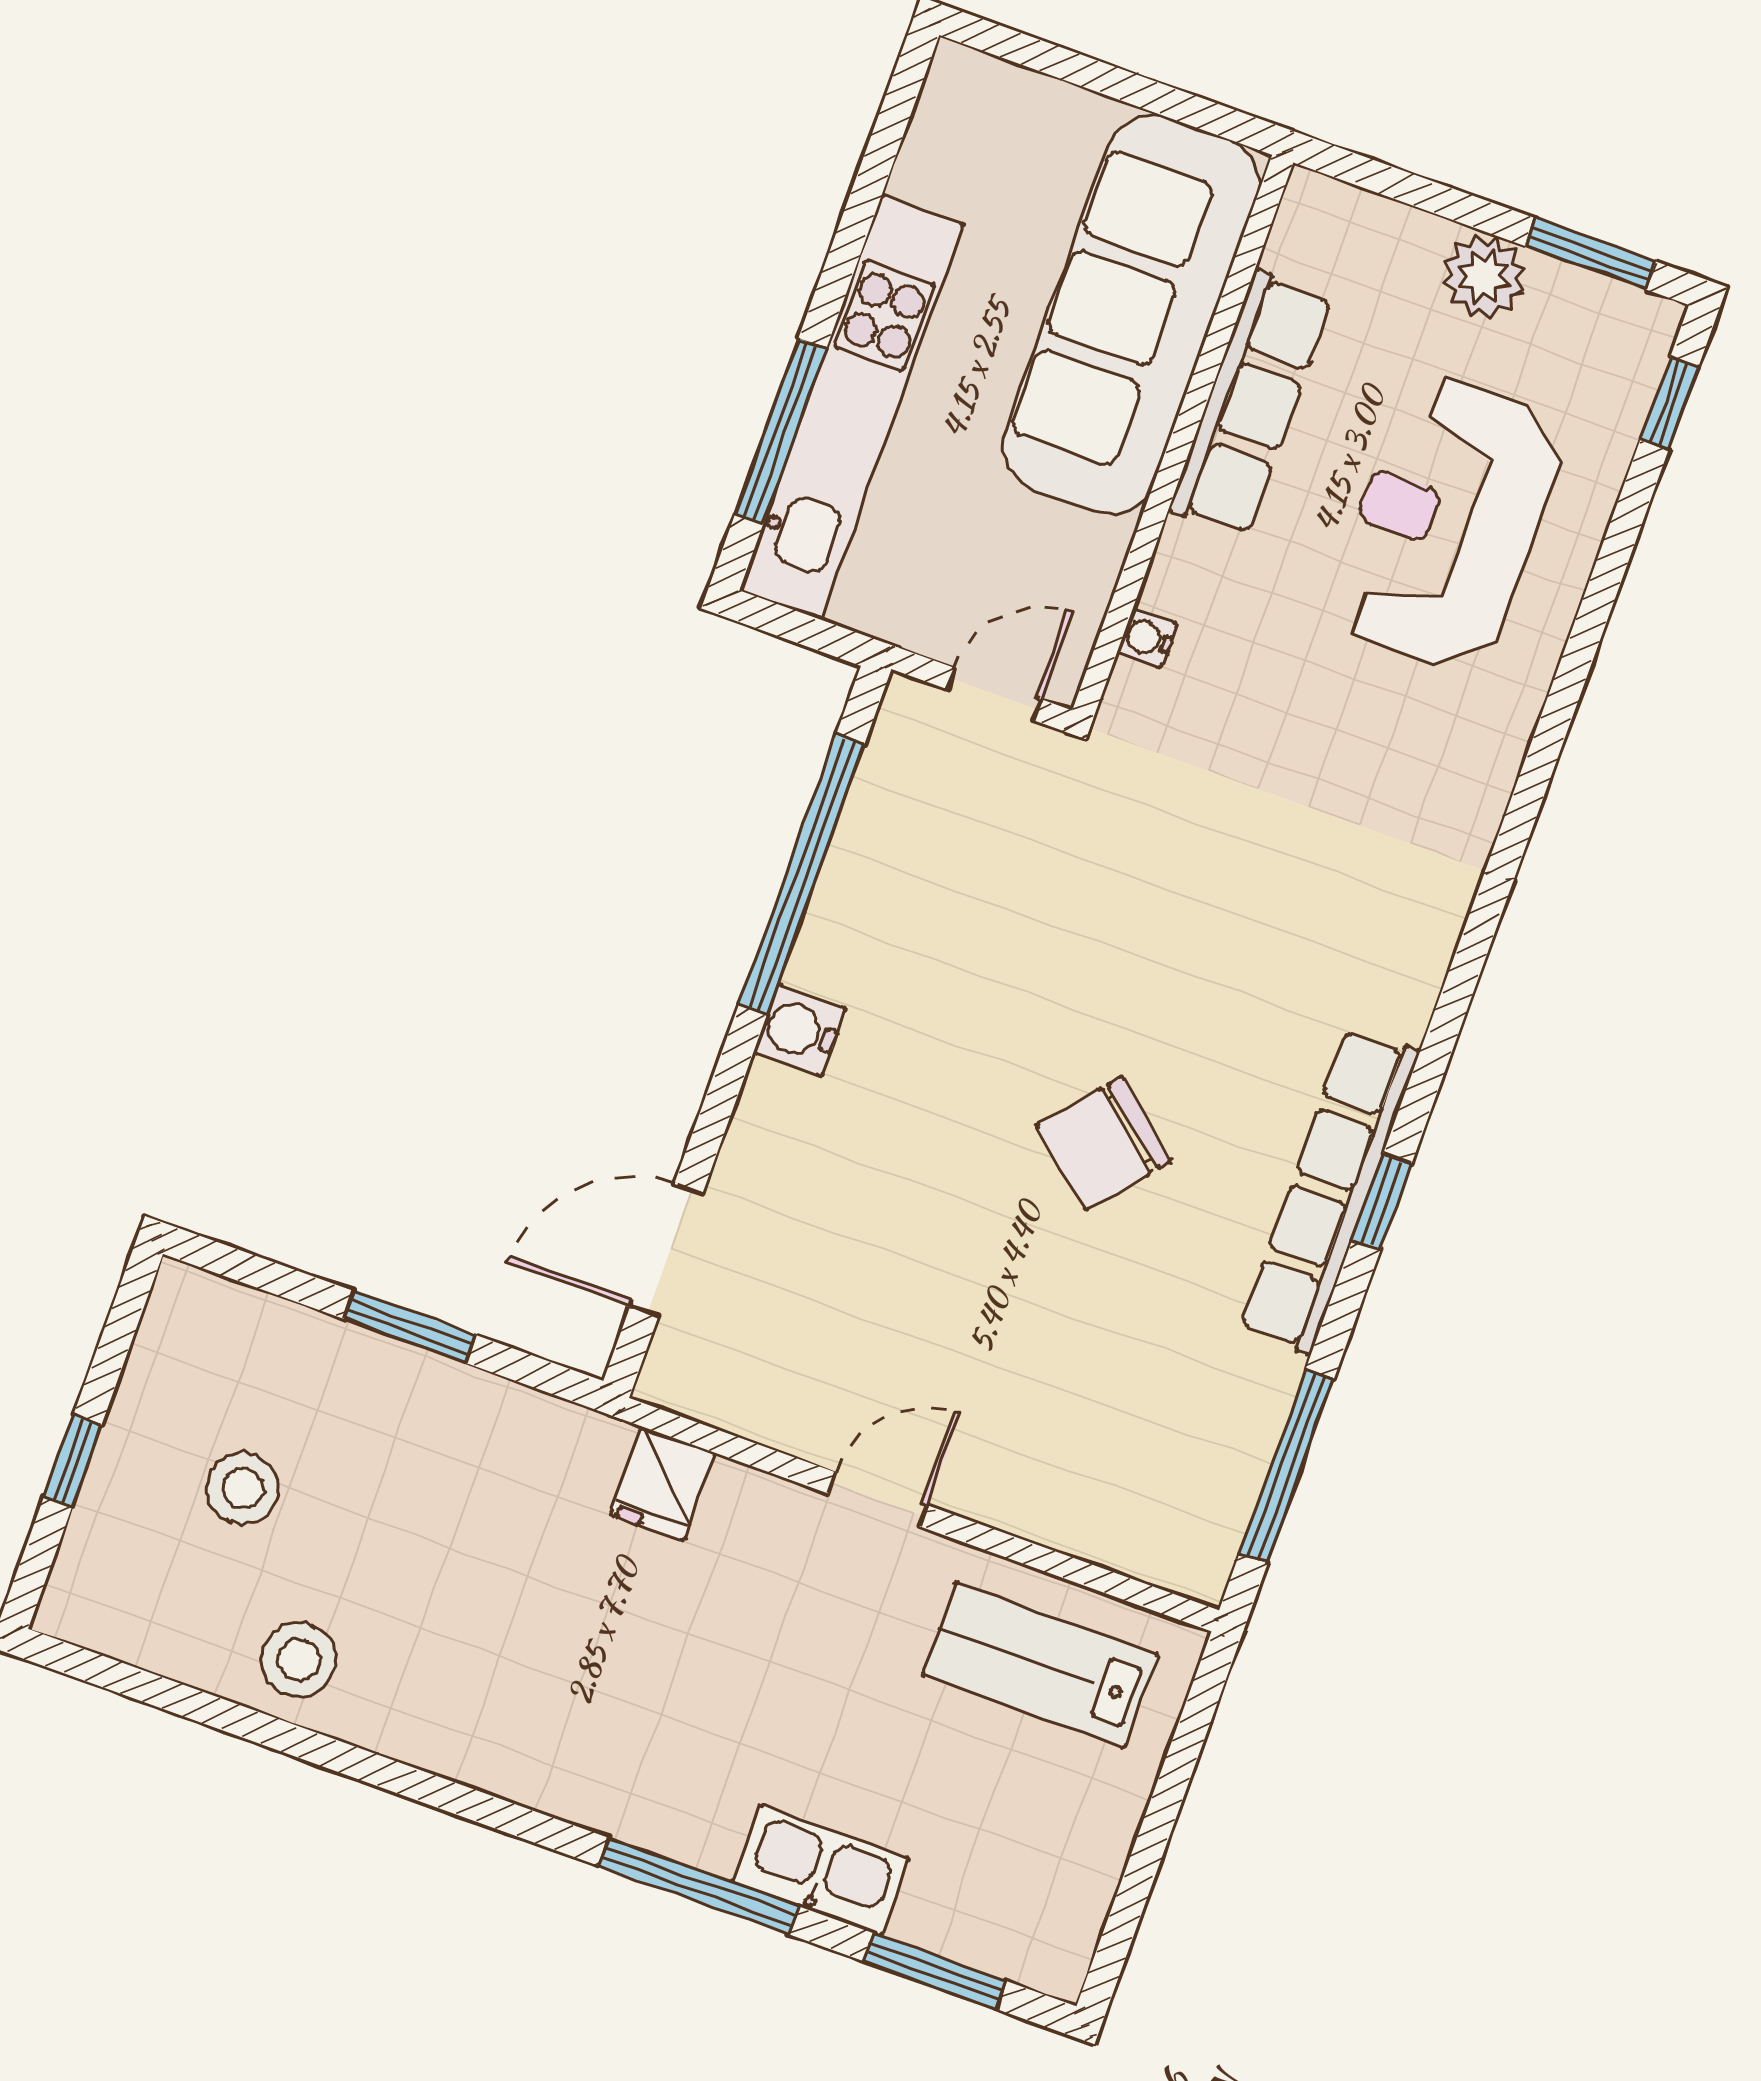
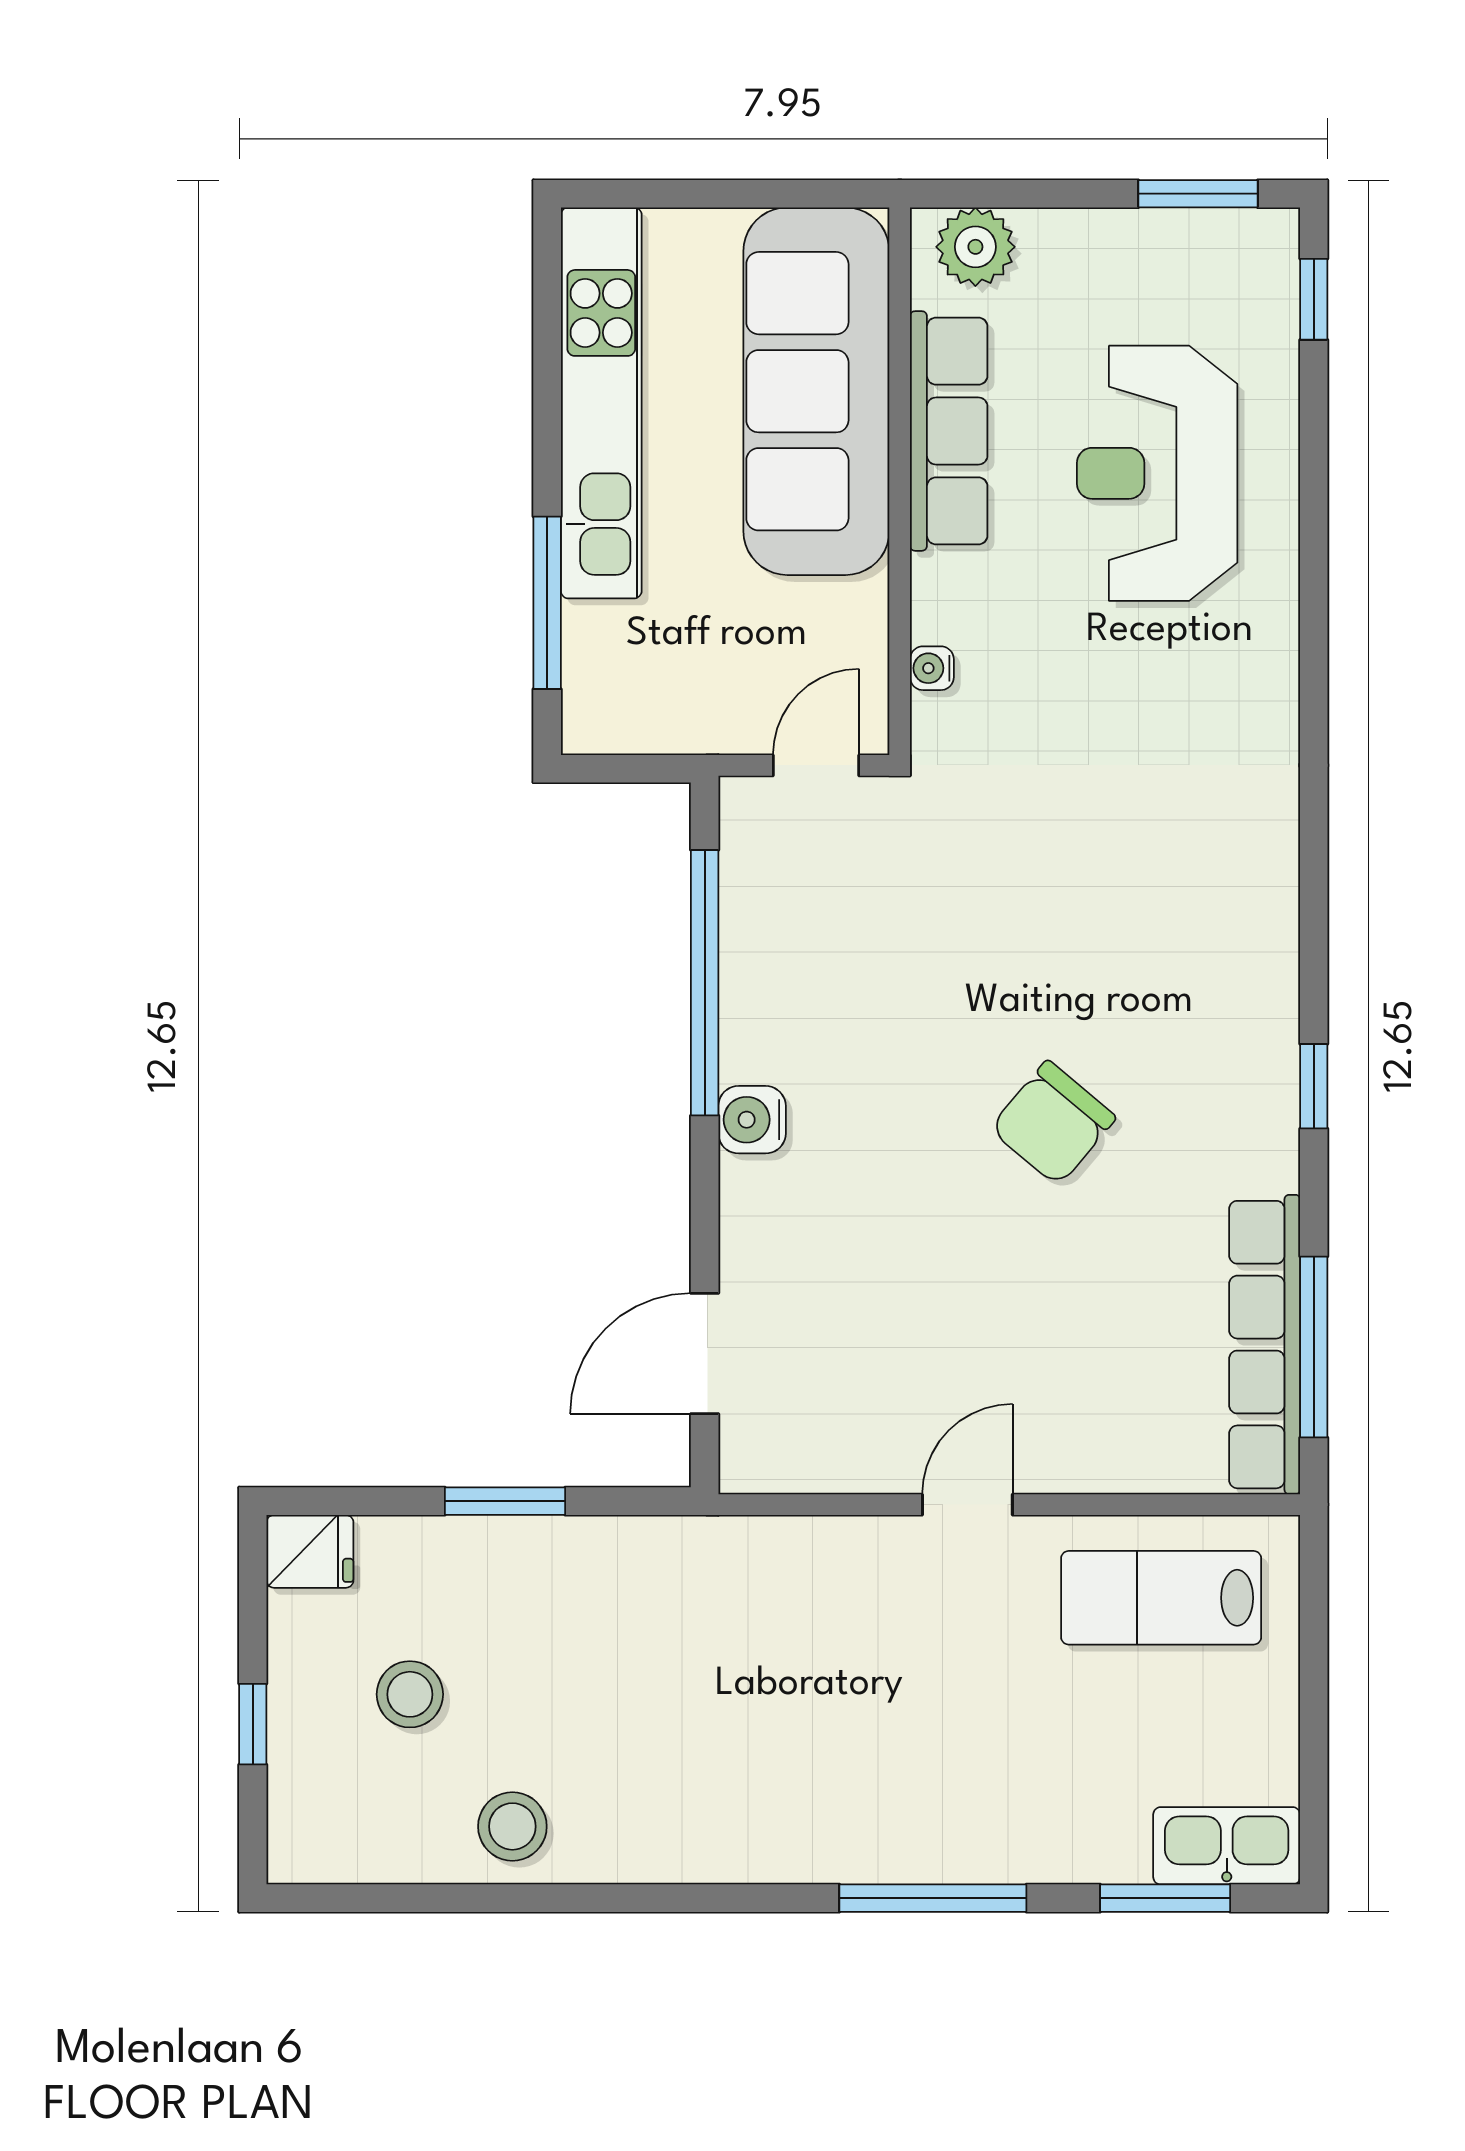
plant: (1484, 276) -> (975, 247), moved
kitchen unit: (851, 407) -> (601, 403), moved
row of seats: (1330, 1191) -> (1265, 1345), moved
fridge: (663, 1484) -> (310, 1551), moved, turned -90
kitchen sink: (821, 1870) -> (1227, 1846), moved

